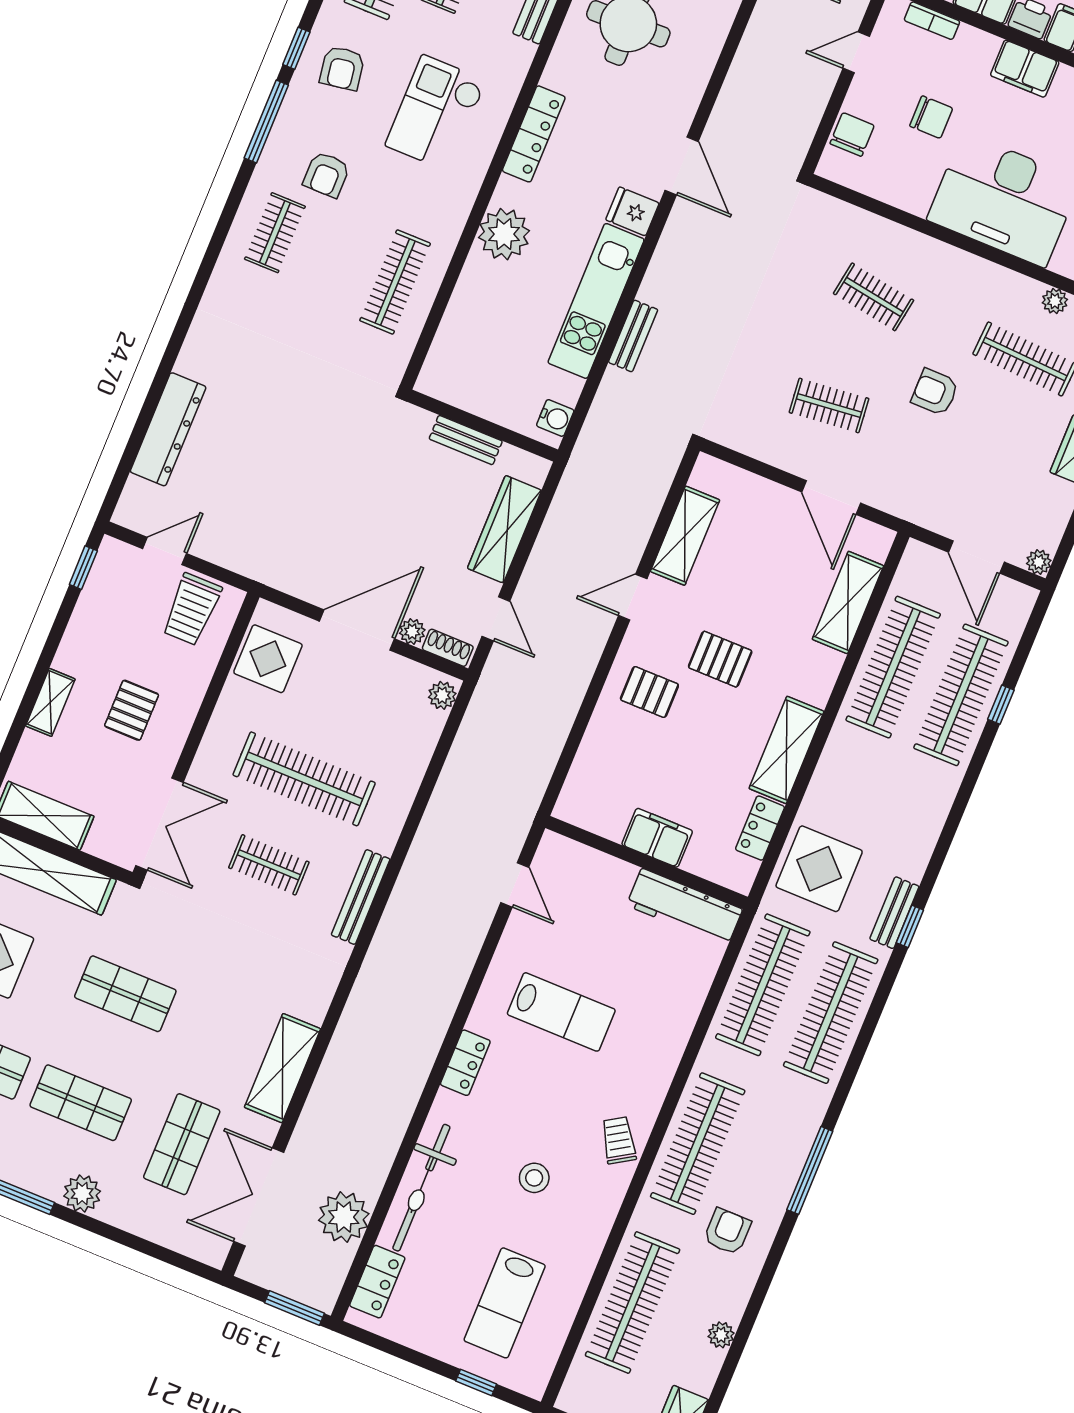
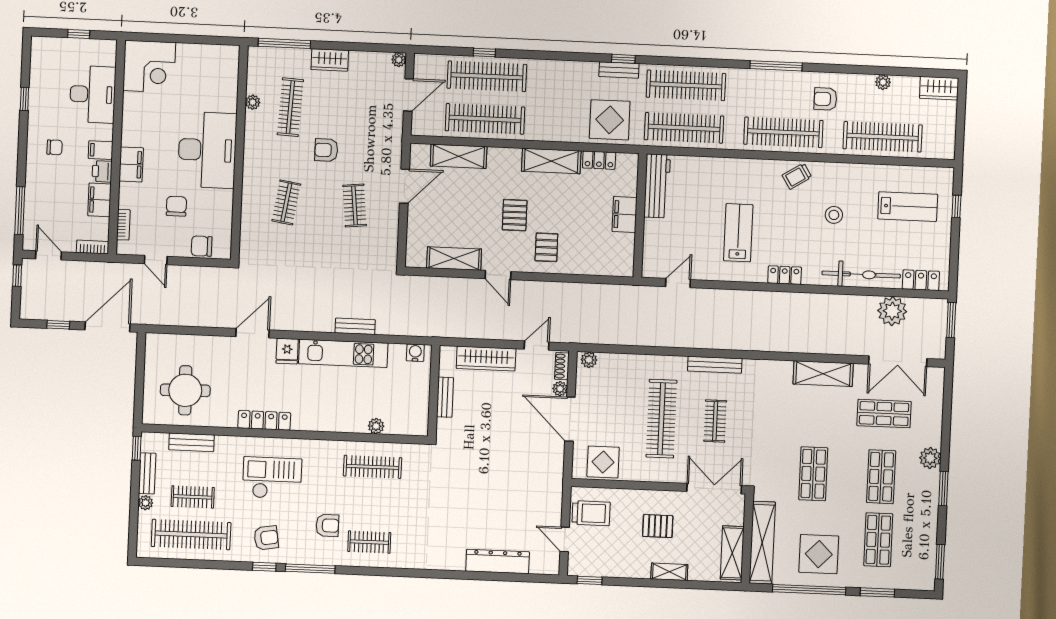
checkout: (436, 113) -> (272, 478), turned 180
plant: (504, 234) -> (376, 426), moved, width x0.53, depth x0.53
armchair: (935, 392) -> (326, 150), turned 90

